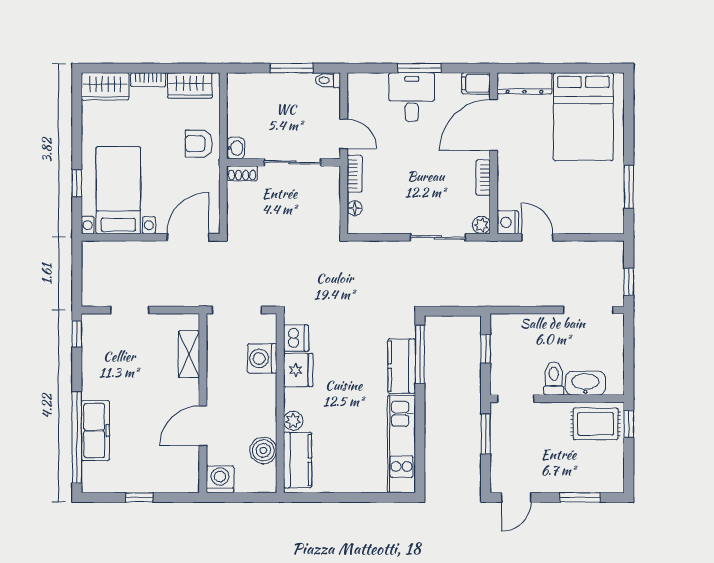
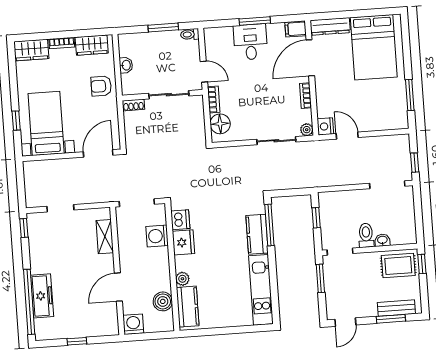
washbasin: (236, 148) -> (126, 65), moved
floor lamp: (355, 208) -> (220, 124), width x1.89, depth x1.89
washbasin: (585, 383) -> (382, 240), width x0.52, depth x0.69
bench: (589, 483) -> (396, 308), added

